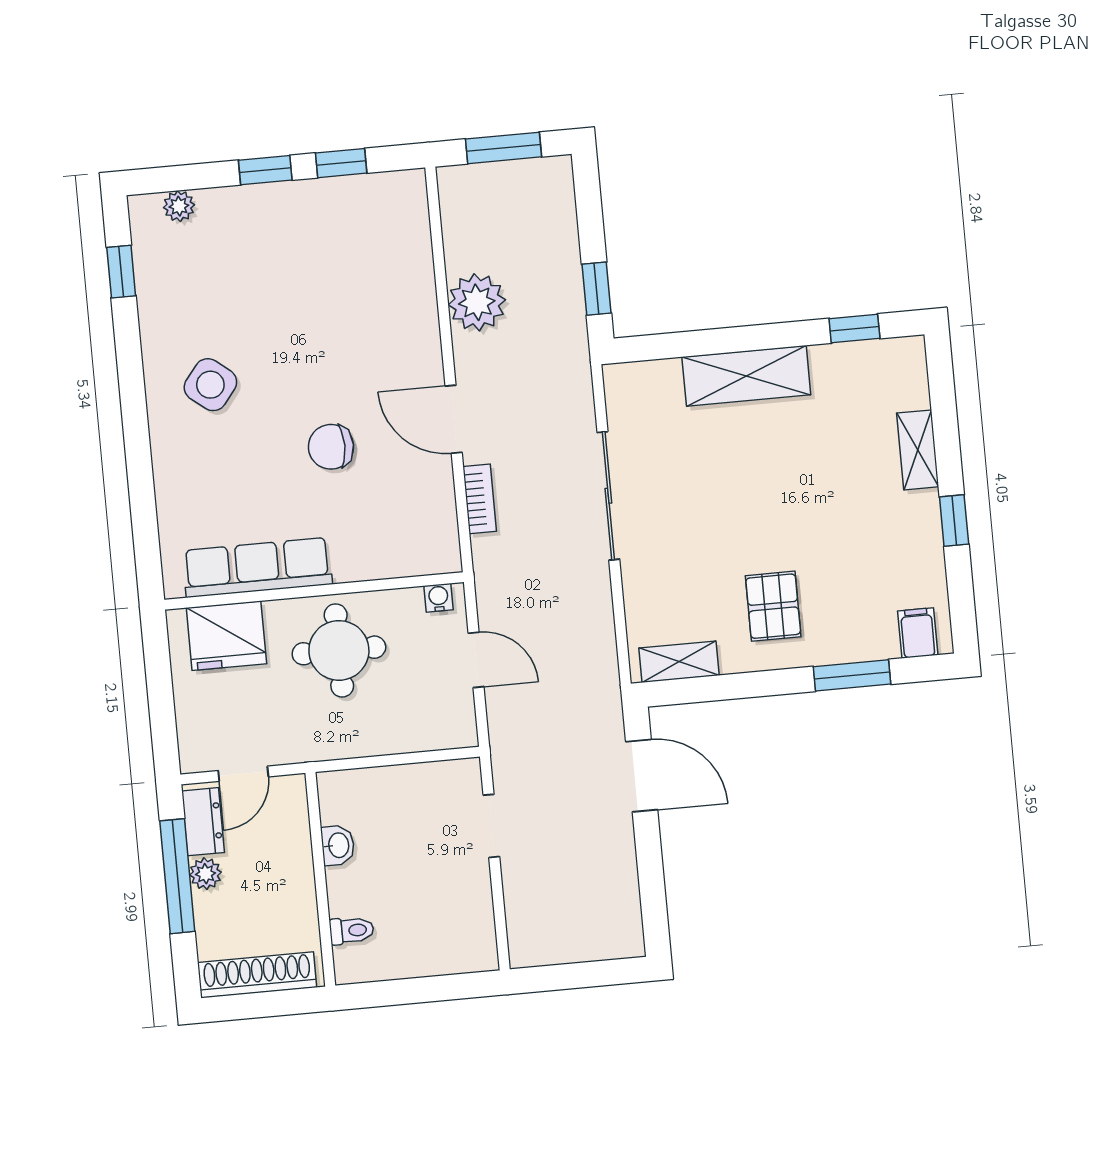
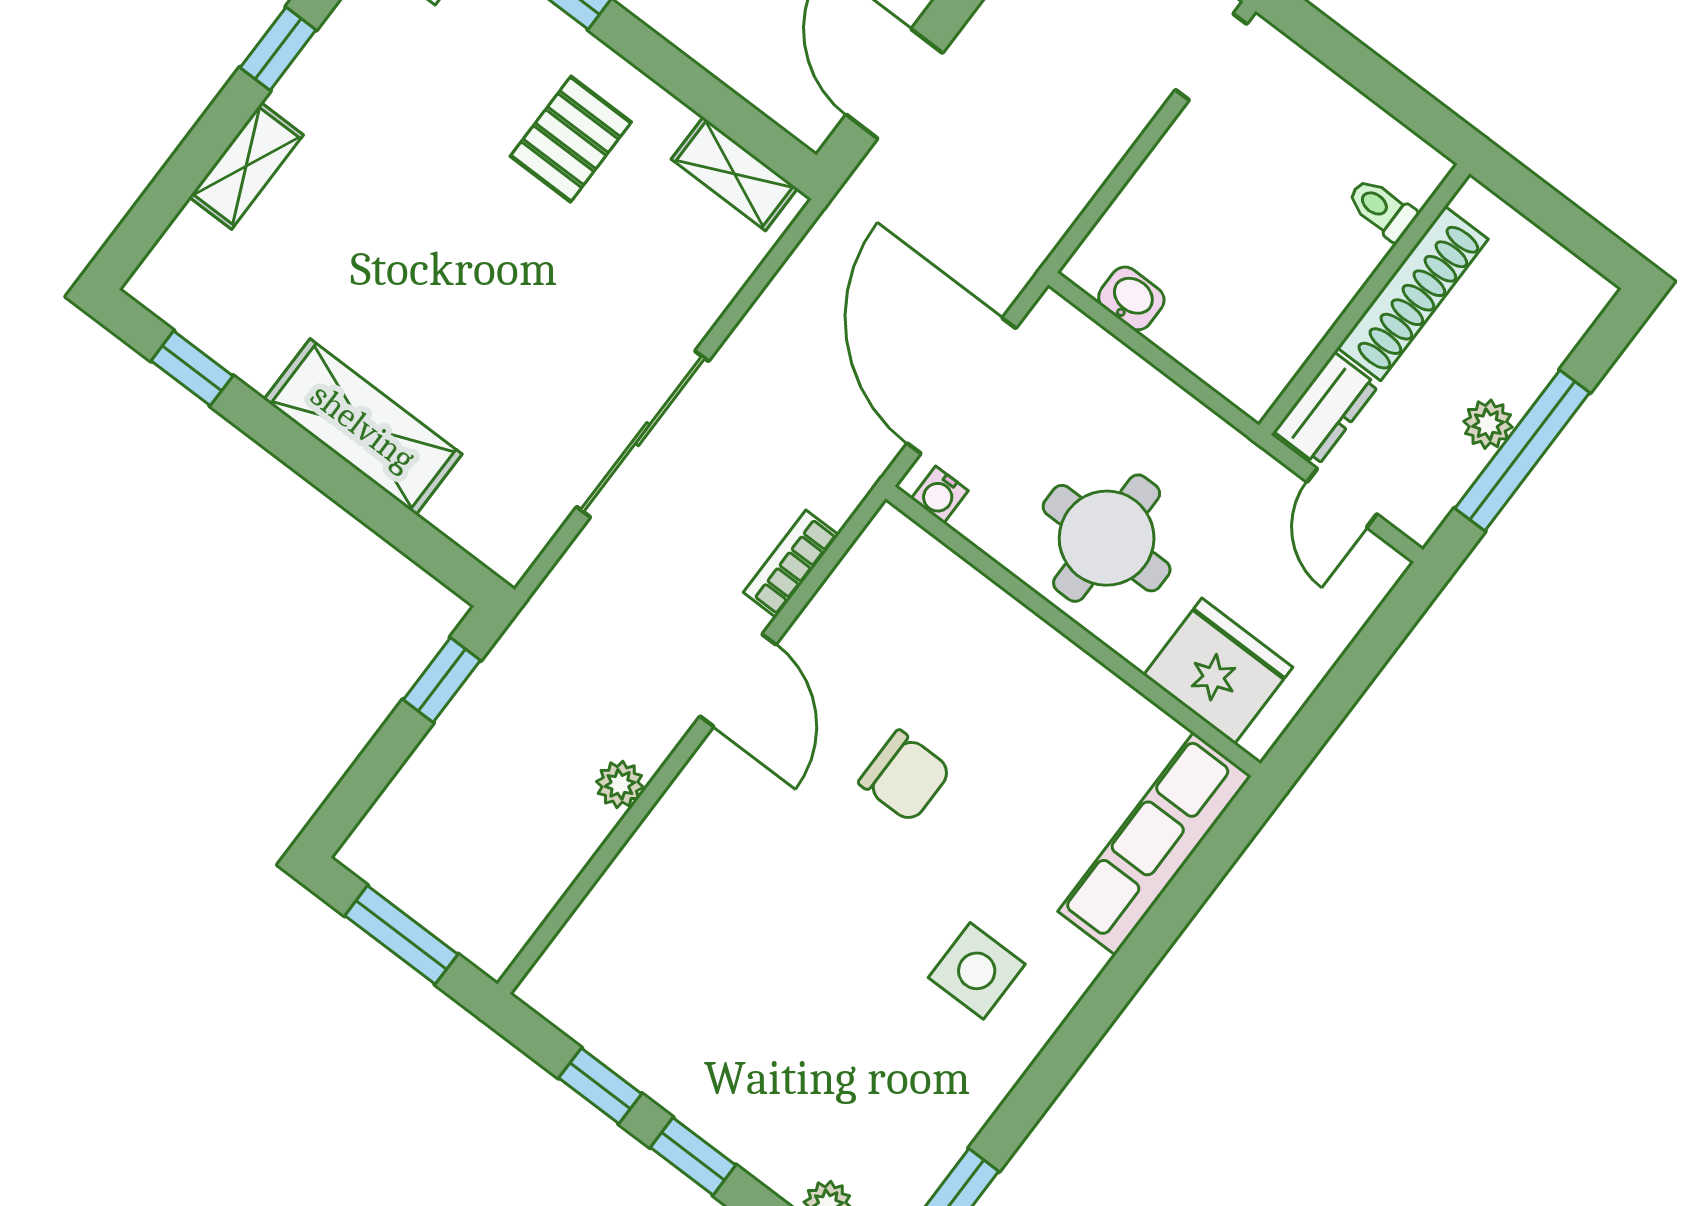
plant: (477, 302) -> (620, 784), width x0.53, depth x0.53
side table: (210, 385) -> (977, 971), turned -38
row of seats: (257, 567) -> (1155, 844), moved, turned 90
door: (476, 660) -> (962, 386), width x1.87
door: (243, 774) -> (1342, 498), swing flipped
dresser: (203, 822) -> (1326, 409), moved, turned 180
doorway: (491, 826) -> (1211, 57), moved
washbasin: (338, 845) -> (1131, 298), moved, turned 90
shoe rack: (257, 975) -> (1413, 293), moved, turned -90

